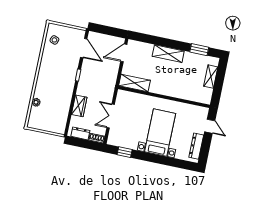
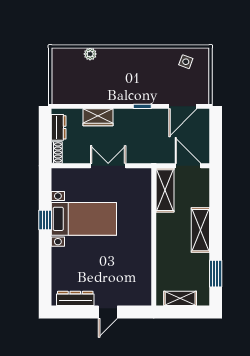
shelving: (134, 83) -> (165, 190), moved
wall: (164, 97) -> (154, 237), moved
double door: (111, 116) -> (108, 166), moved
bed with nightstands: (160, 133) -> (84, 219), moved
window: (125, 152) -> (45, 220), moved

